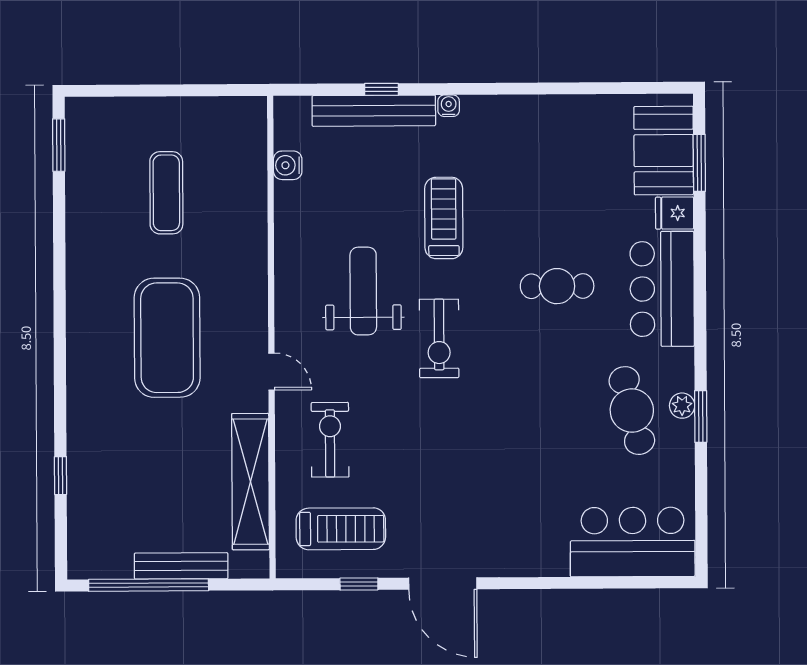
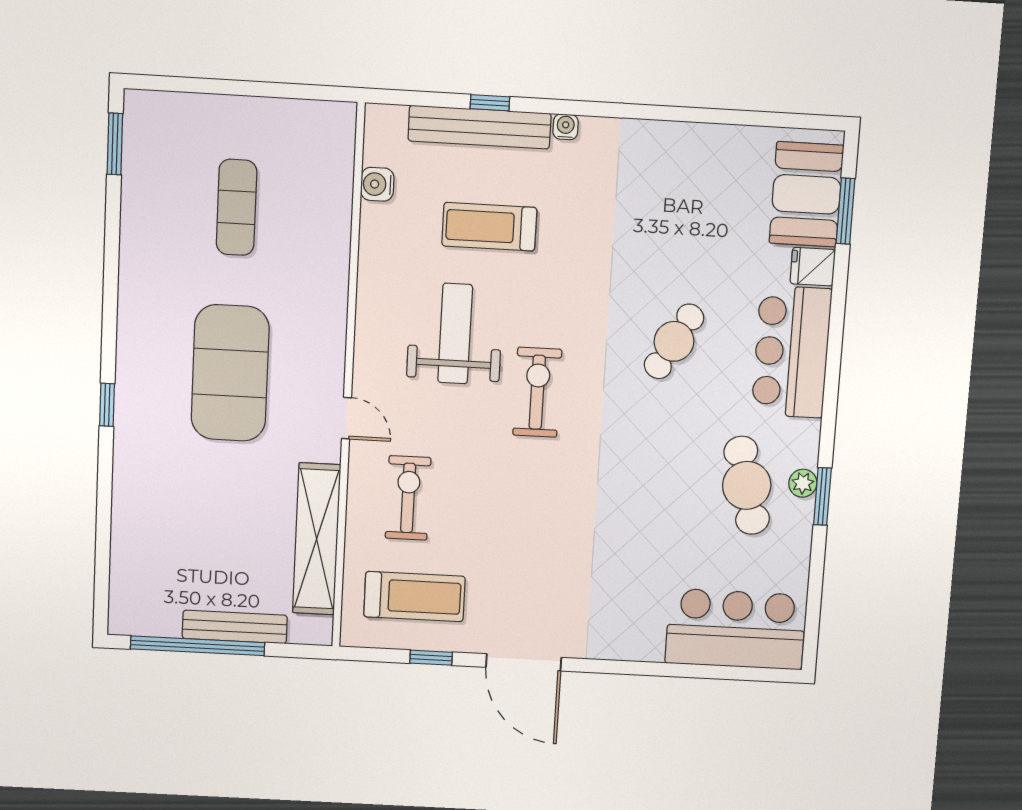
treadmill: (444, 218) -> (489, 227), moved, turned -90
cafe table: (557, 286) -> (674, 341), turned -60
exercise bike: (439, 338) -> (537, 392), turned 180
window: (61, 476) -> (107, 405), moved

